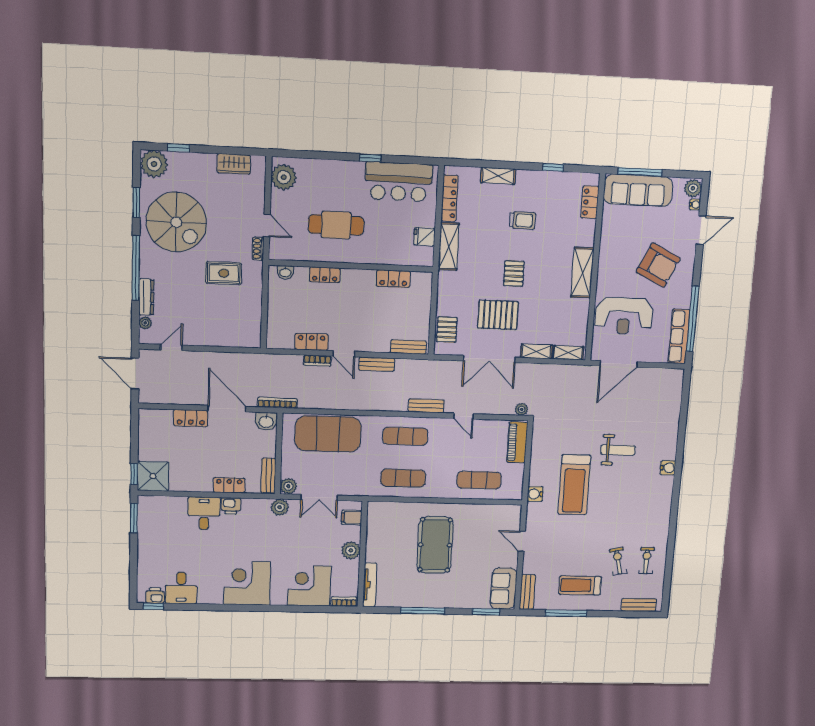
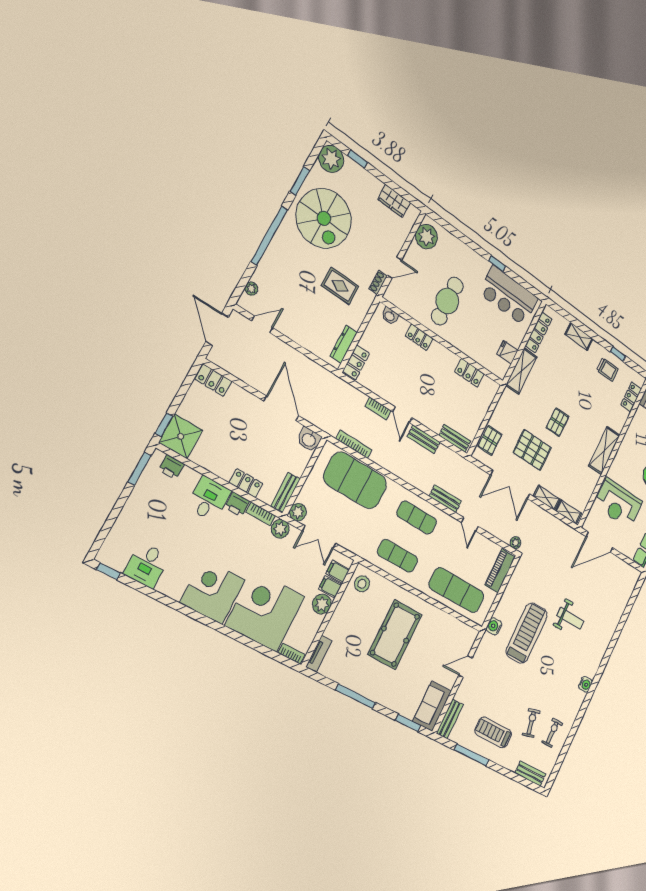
trolley: (522, 220) -> (607, 369), moved
cafe table: (336, 225) -> (447, 301), turned 90
door: (267, 226) -> (394, 268), hinge flipped
dresser: (146, 297) -> (344, 344), moved, turned 180
locker: (312, 342) -> (356, 362), moved, turned 90
bookcase: (277, 403) -> (354, 444), moved
locker: (191, 418) -> (213, 380), moved
water cooler: (668, 468) -> (585, 684), moved
exercise mat: (479, 480) -> (457, 590), width x1.36, depth x1.45
treadmill: (574, 485) -> (527, 633), turned 180
bookcase: (256, 504) -> (261, 514), added
stool: (380, 517) -> (362, 584), added
filing cabinet: (351, 533) -> (330, 587), added
door: (522, 541) -> (466, 666), hinge flipped
tv unit: (370, 585) -> (319, 654), width x0.71
corner desk: (309, 586) -> (265, 611), width x1.36, depth x1.36
printer: (155, 596) -> (171, 467), moved, turned 180

